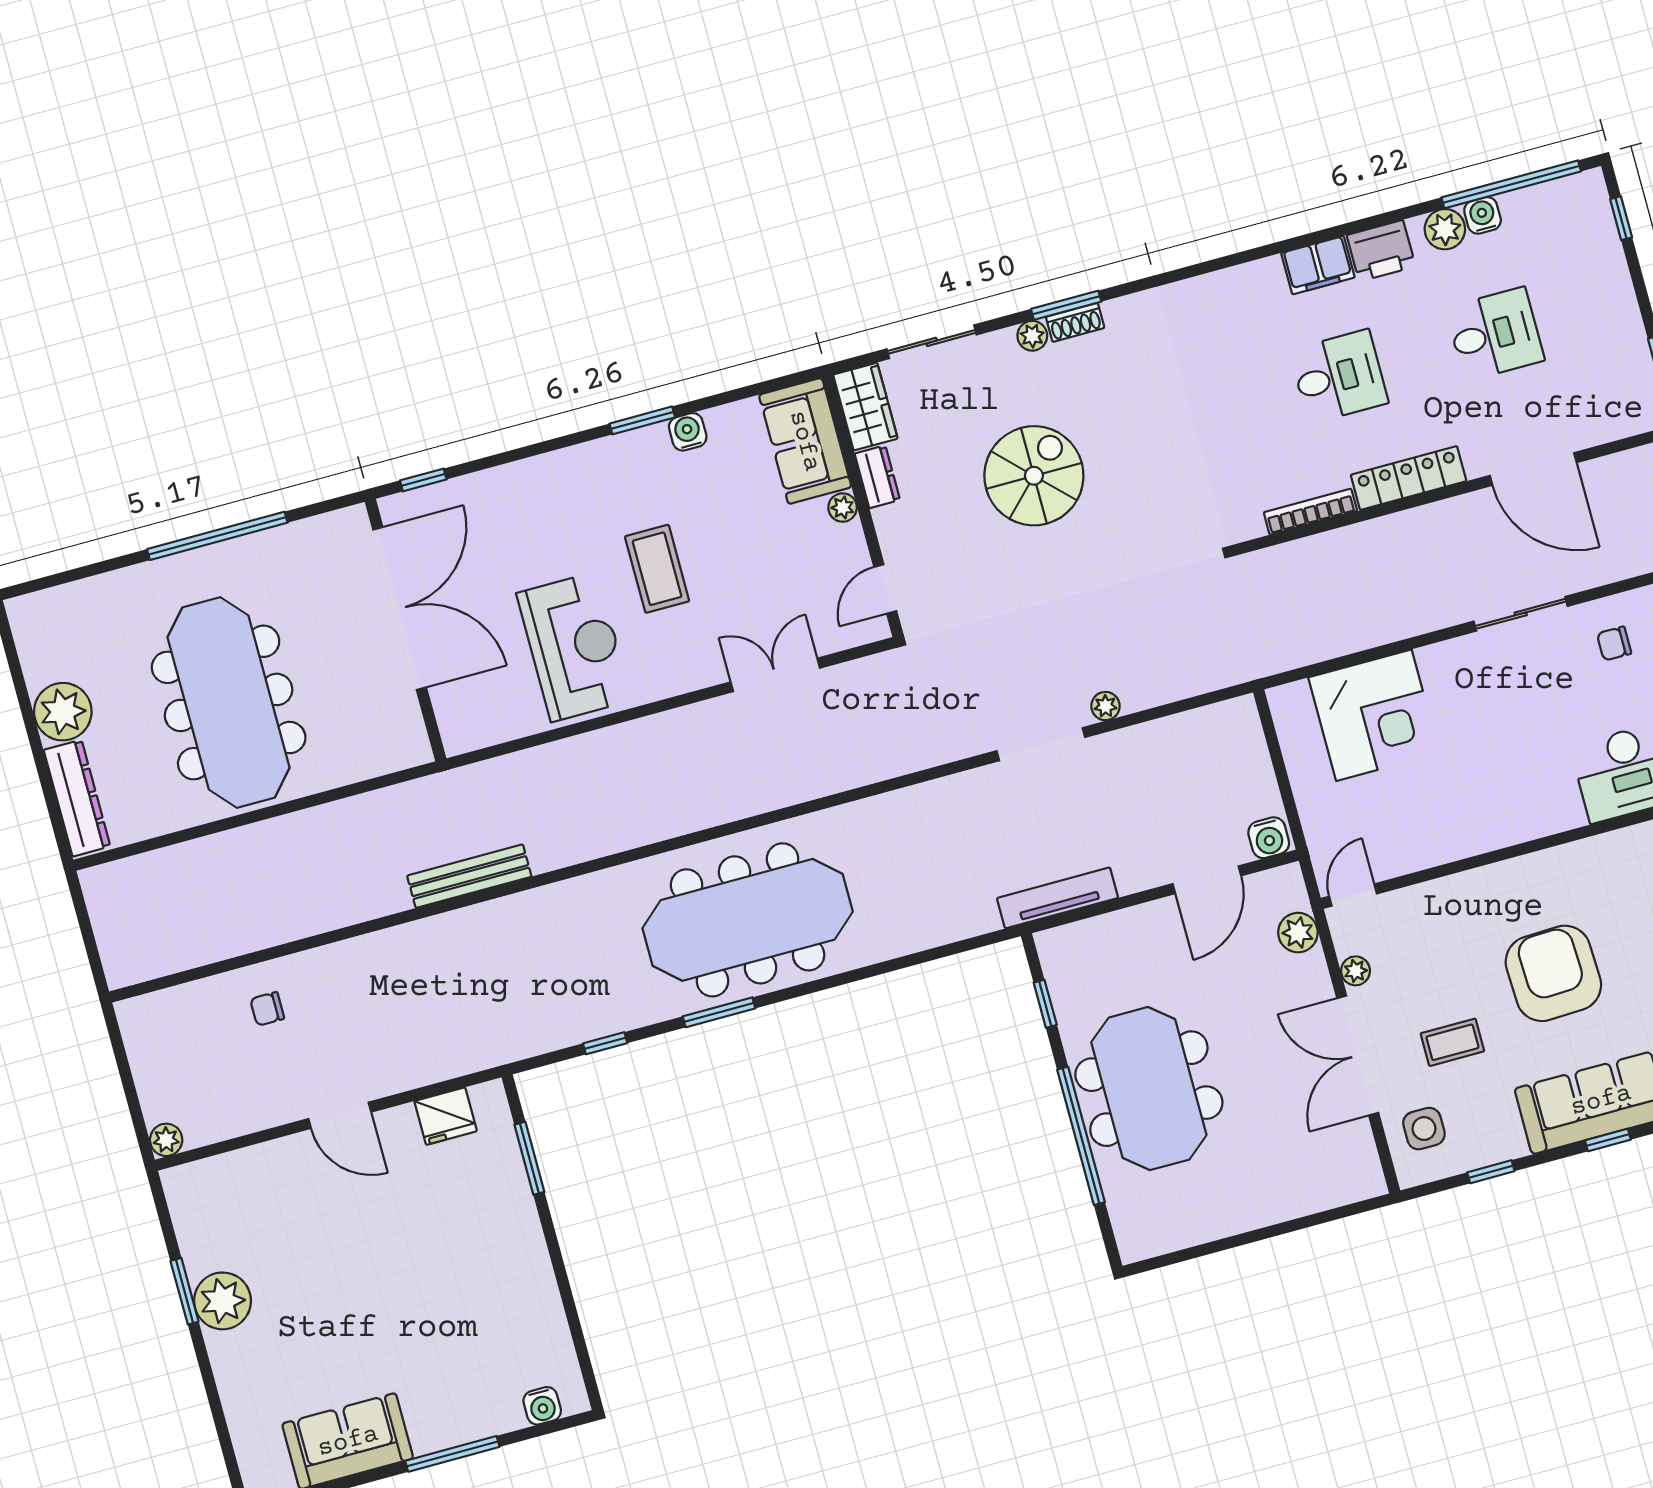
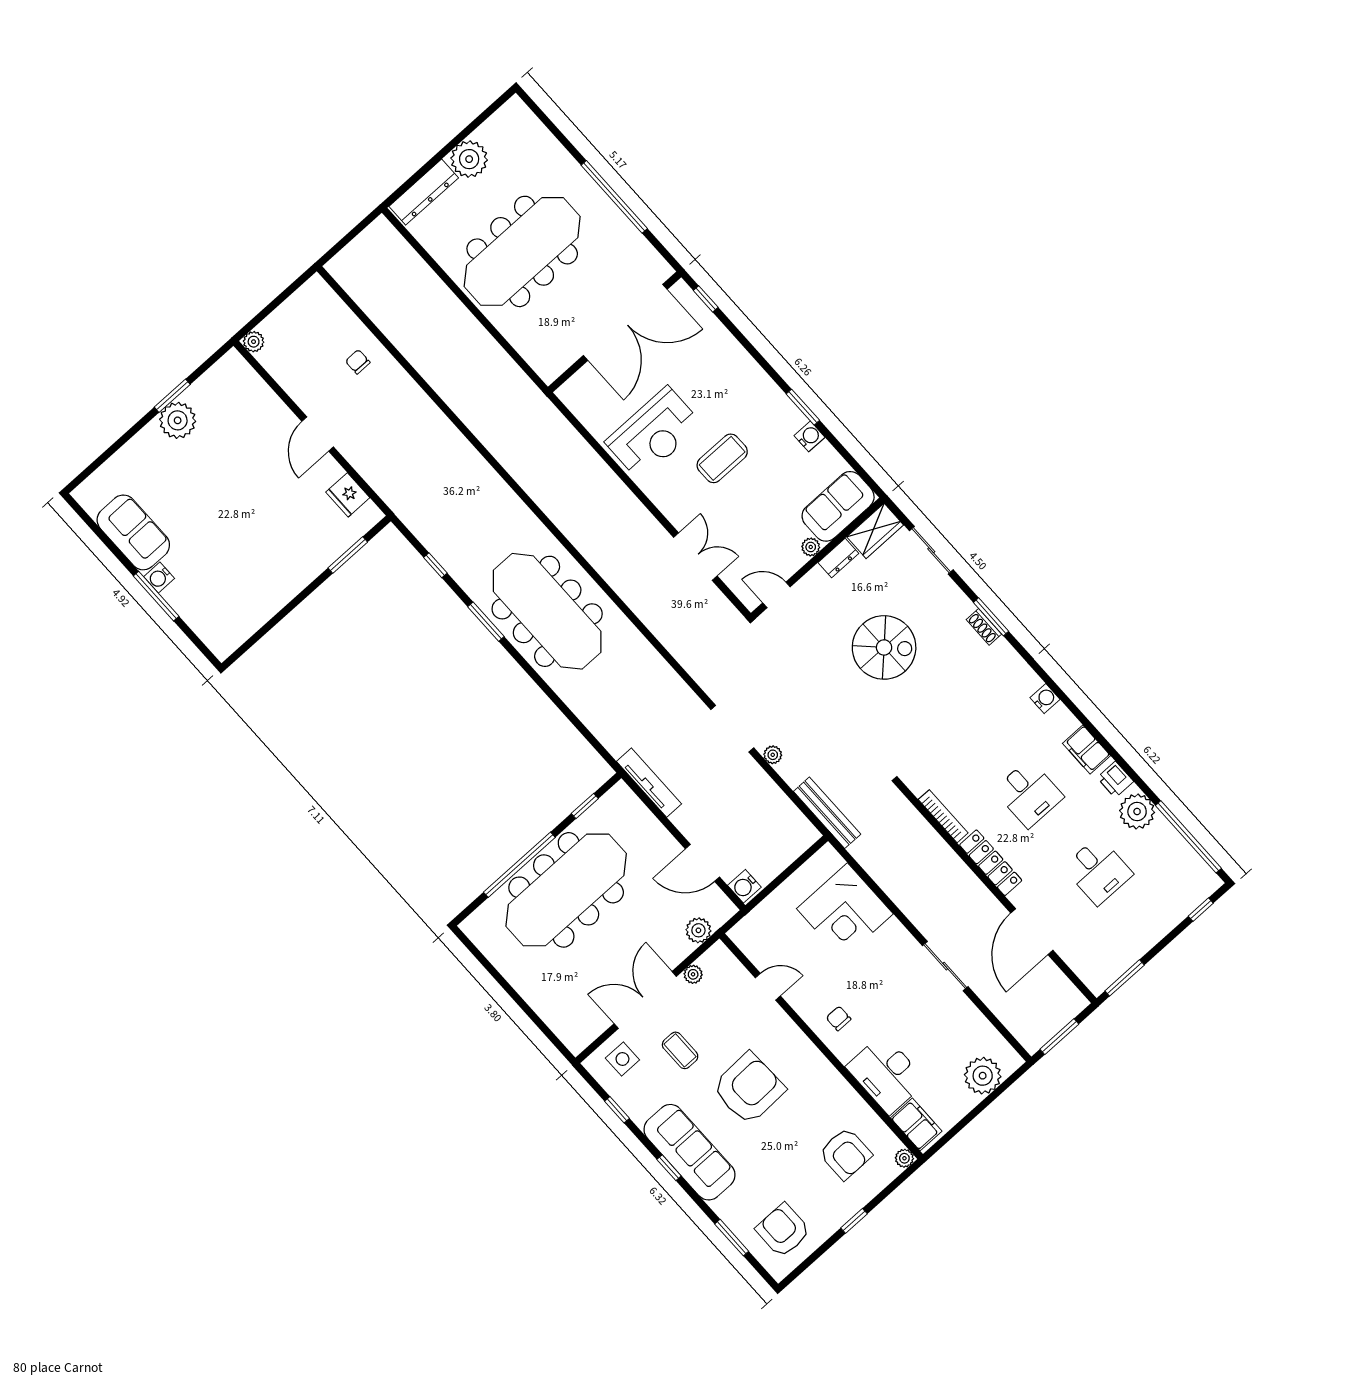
water cooler: (1483, 215) -> (1045, 699), moved
plant: (1445, 229) -> (1137, 811), width x1.36, depth x1.36
printer: (1381, 251) -> (1115, 779), width x0.73, depth x0.81
plant: (1032, 336) -> (964, 606), removed
chair: (1614, 644) -> (839, 1018), moved
bench: (469, 876) -> (827, 813), moved
door: (1353, 895) -> (768, 987), moved
meeting table: (1149, 1089) -> (566, 890), width x1.36
water cooler: (542, 1406) -> (159, 578), moved

